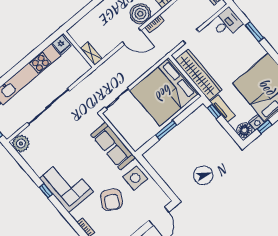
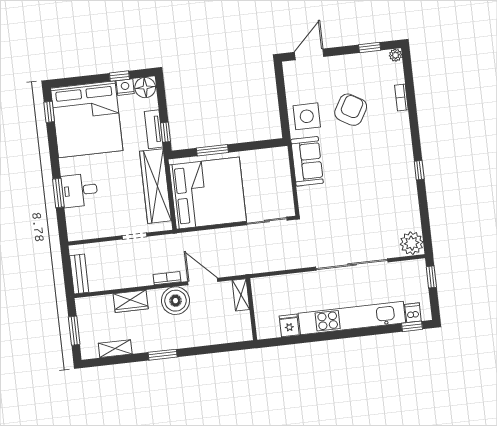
desk: (227, 23) -> (80, 190), moved
wall: (79, 49) -> (252, 309), moved
shelving: (91, 54) -> (241, 295), moved
window: (166, 130) -> (212, 150), moved
sofa: (113, 146) -> (307, 161), width x0.73
corner sofa: (66, 185) -> (391, 161), removed

